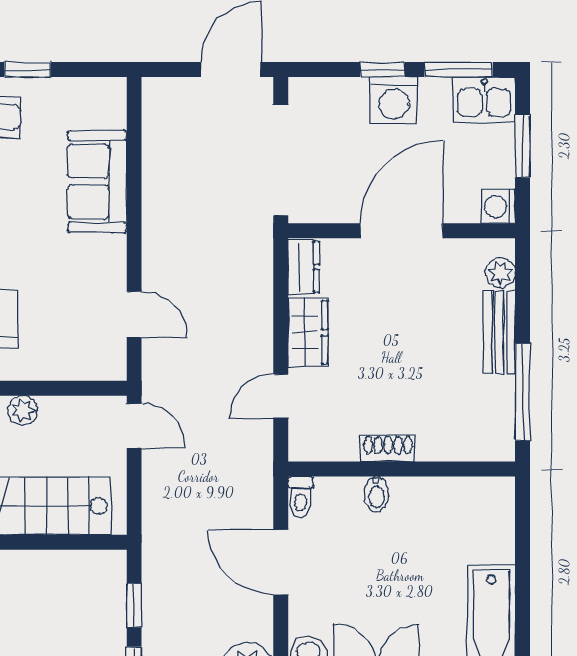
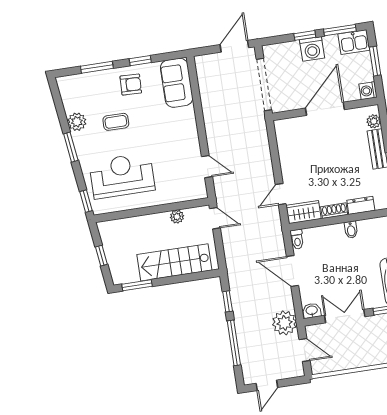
sofa: (97, 181) -> (177, 83), moved
dresser: (304, 267) -> (361, 205), moved, turned -90
wardrobe: (308, 332) -> (304, 212), moved, turned -90
plant: (23, 410) -> (177, 217), moved
bidet: (376, 494) -> (351, 230), moved

